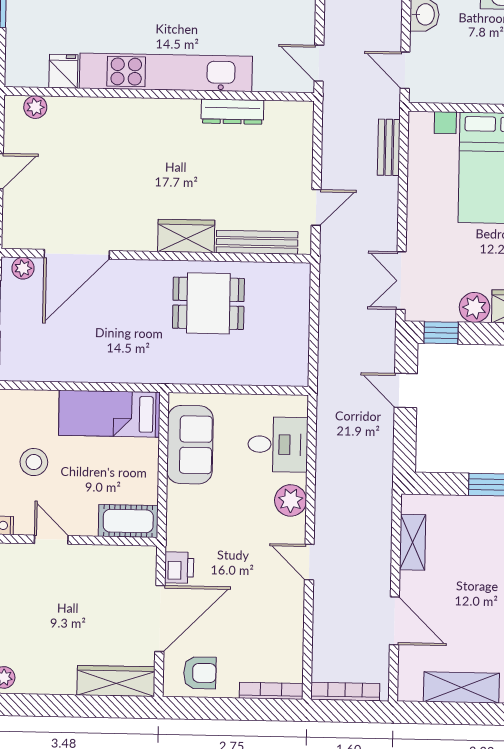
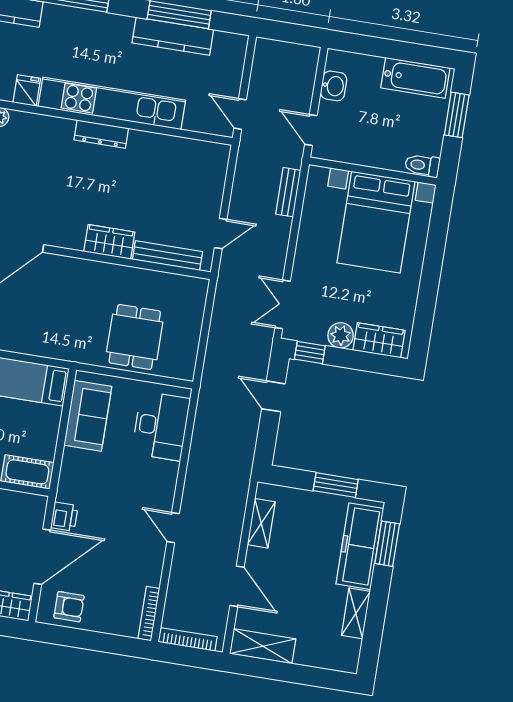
dresser: (232, 112) -> (101, 134), moved
dining table: (208, 303) -> (135, 337), moved, turned 90
desk: (278, 444) -> (161, 426), width x1.37
plant: (291, 500) -> (165, 474), removed
shelving: (461, 688) -> (263, 646), moved
bookcase: (271, 691) -> (149, 614), moved, turned -90

